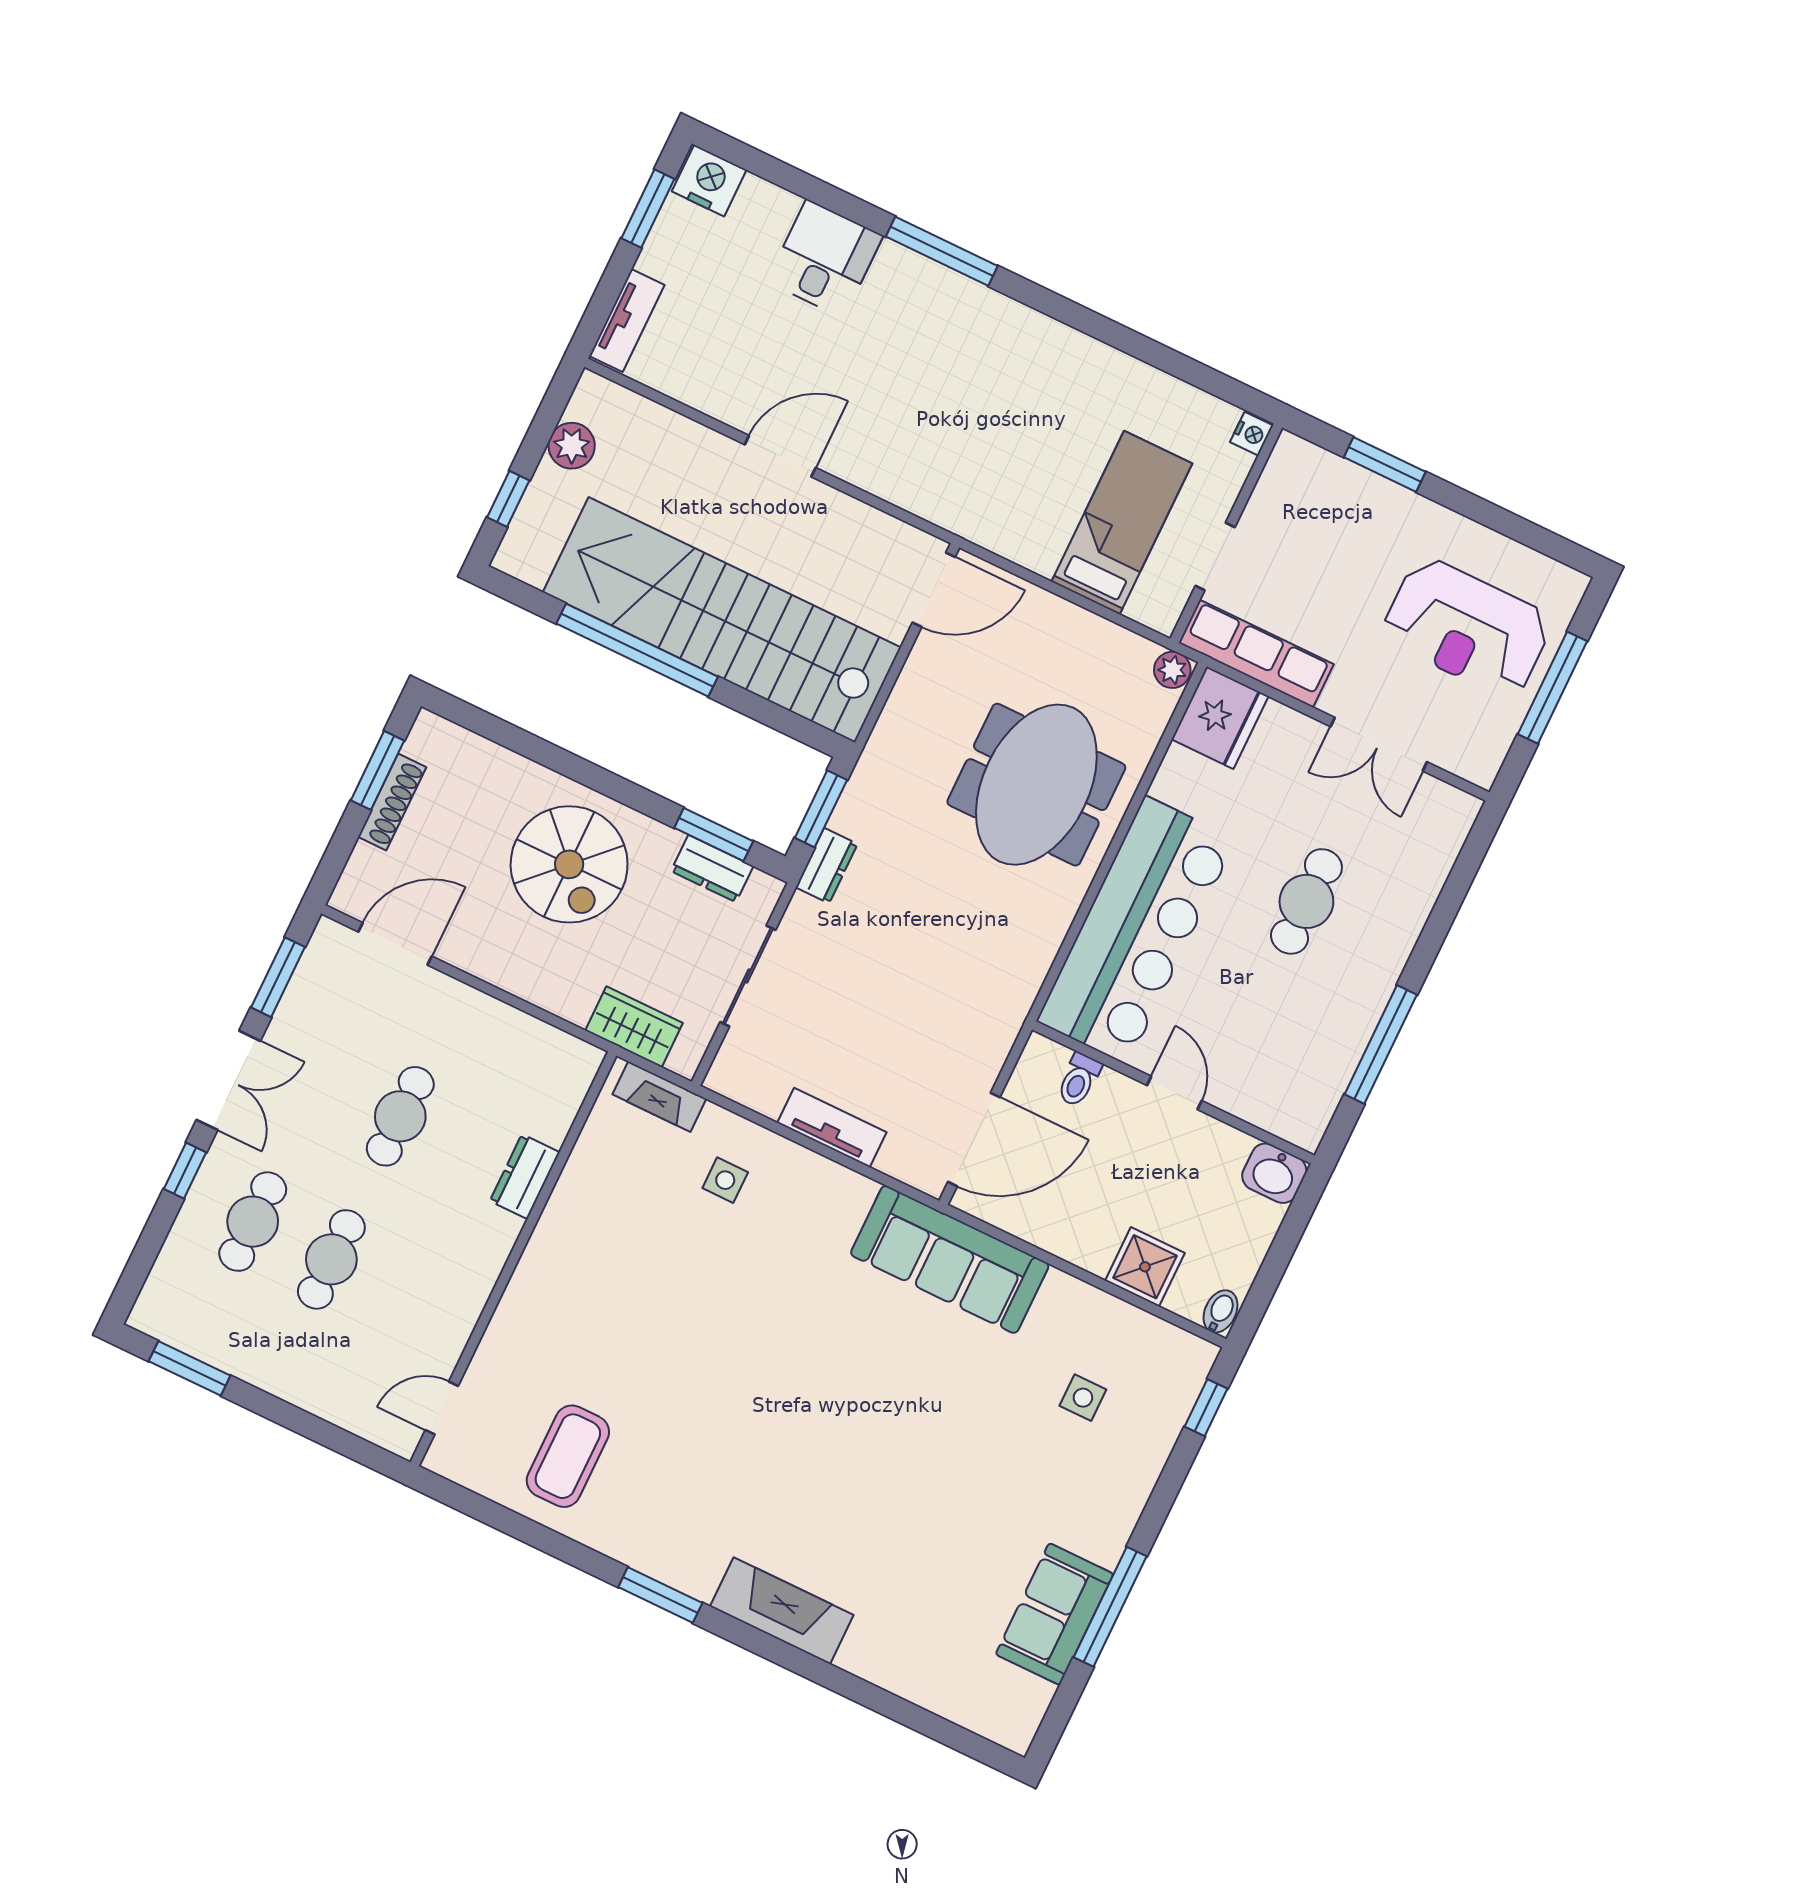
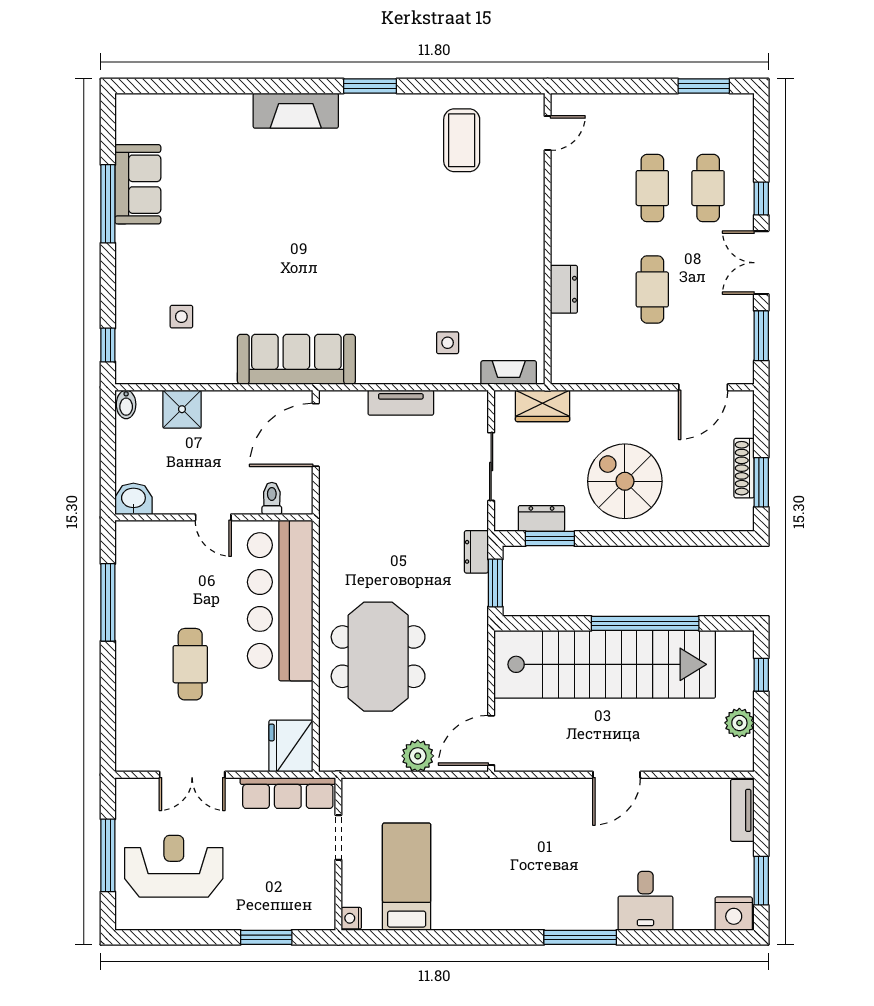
bed: (1122, 523) -> (407, 877), moved, turned 180
plant: (1172, 670) -> (418, 756), moved, width x1.38, depth x1.38
double door: (1379, 744) -> (192, 775), swing flipped

